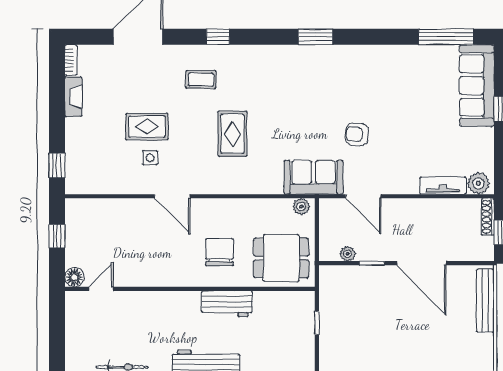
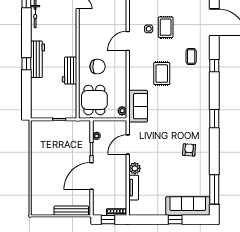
rug: (232, 134) -> (162, 74), turned 90
armchair: (357, 134) -> (189, 150), moved
sofa: (313, 177) -> (138, 106), moved
plant: (478, 183) -> (135, 168), moved

